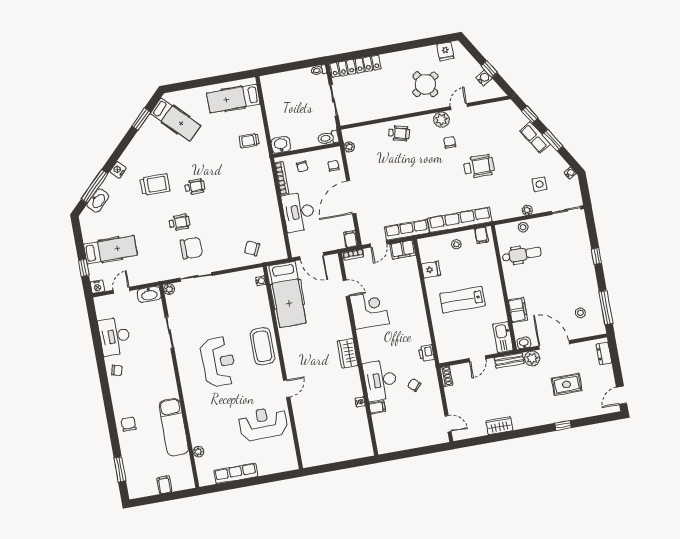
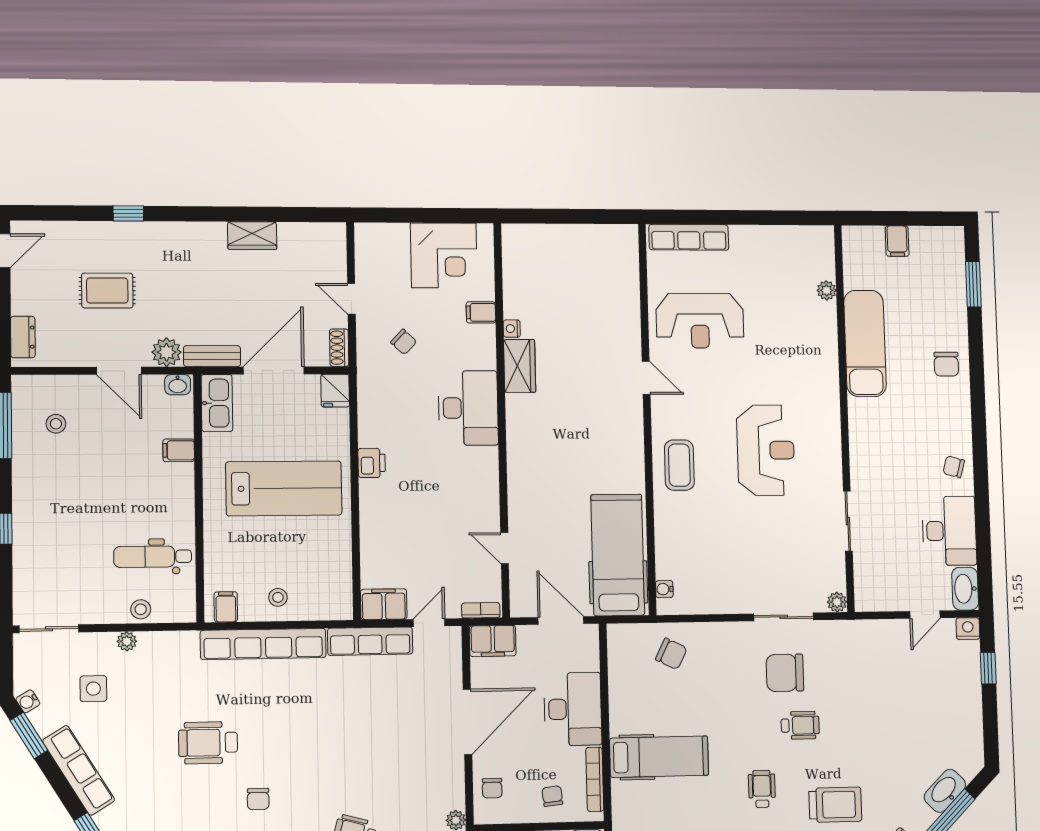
row of seats: (535, 137) -> (79, 770), width x1.48
window: (553, 140) -> (29, 735), moved
trolley: (155, 185) -> (835, 805), turned 180
wheelchair: (195, 187) -> (762, 789), turned 90
wheelchair: (179, 222) -> (800, 725), turned 180
filing cabinet: (351, 239) -> (493, 641), width x2.00
hospital bed: (110, 250) -> (659, 757), moved, turned 180
fridge: (431, 270) -> (335, 391), moved, turned -90
washbasin: (149, 294) -> (965, 589), moved, turned -90
lab bench: (462, 300) -> (284, 488), width x1.36, depth x1.39
corner desk: (369, 310) -> (444, 255), moved, turned -90
filing cabinet: (518, 310) -> (179, 450), width x0.50
door: (554, 345) -> (119, 371), width x0.73
coffee table: (262, 346) -> (679, 465), width x0.73, depth x0.76
wardrobe: (348, 353) -> (520, 366), moved
printer: (426, 353) -> (372, 463), moved
door: (477, 359) -> (274, 370), width x1.87
reception desk: (218, 362) -> (766, 450), turned 180
desk: (380, 380) -> (468, 408), moved
door: (287, 389) -> (646, 378), swing flipped
door: (448, 424) -> (351, 299), moved
row of seats: (236, 473) -> (689, 237), moved

